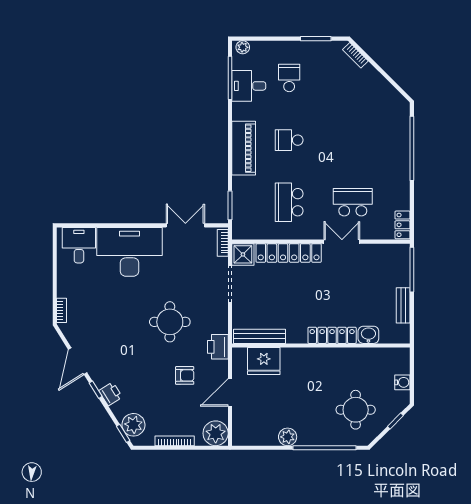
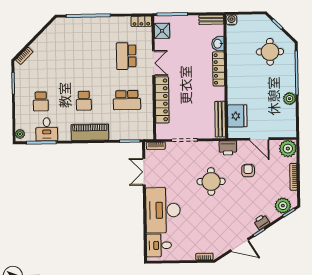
school desk: (289, 78) -> (41, 101), turned -90
double door: (342, 242) -> (154, 63), swing flipped
shower: (243, 254) -> (162, 31), moved
bench: (403, 305) -> (211, 20), moved
water cooler: (402, 382) -> (231, 20), moved

